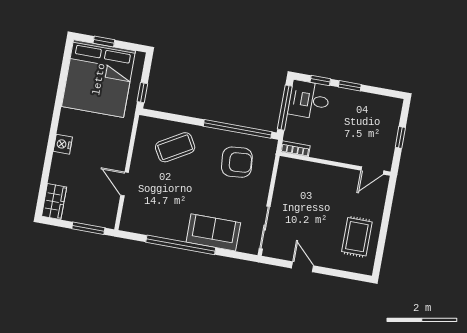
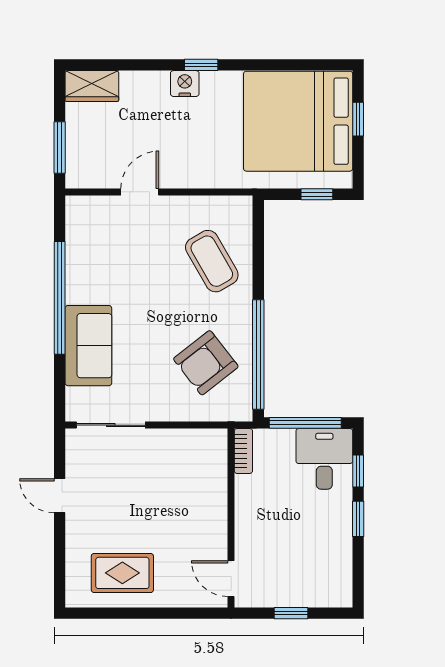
window: (142, 93) -> (317, 194), moved
window: (53, 132) -> (201, 65), added
armchair: (237, 162) -> (206, 363), turned 57
door: (302, 267) -> (60, 496), swing flipped

